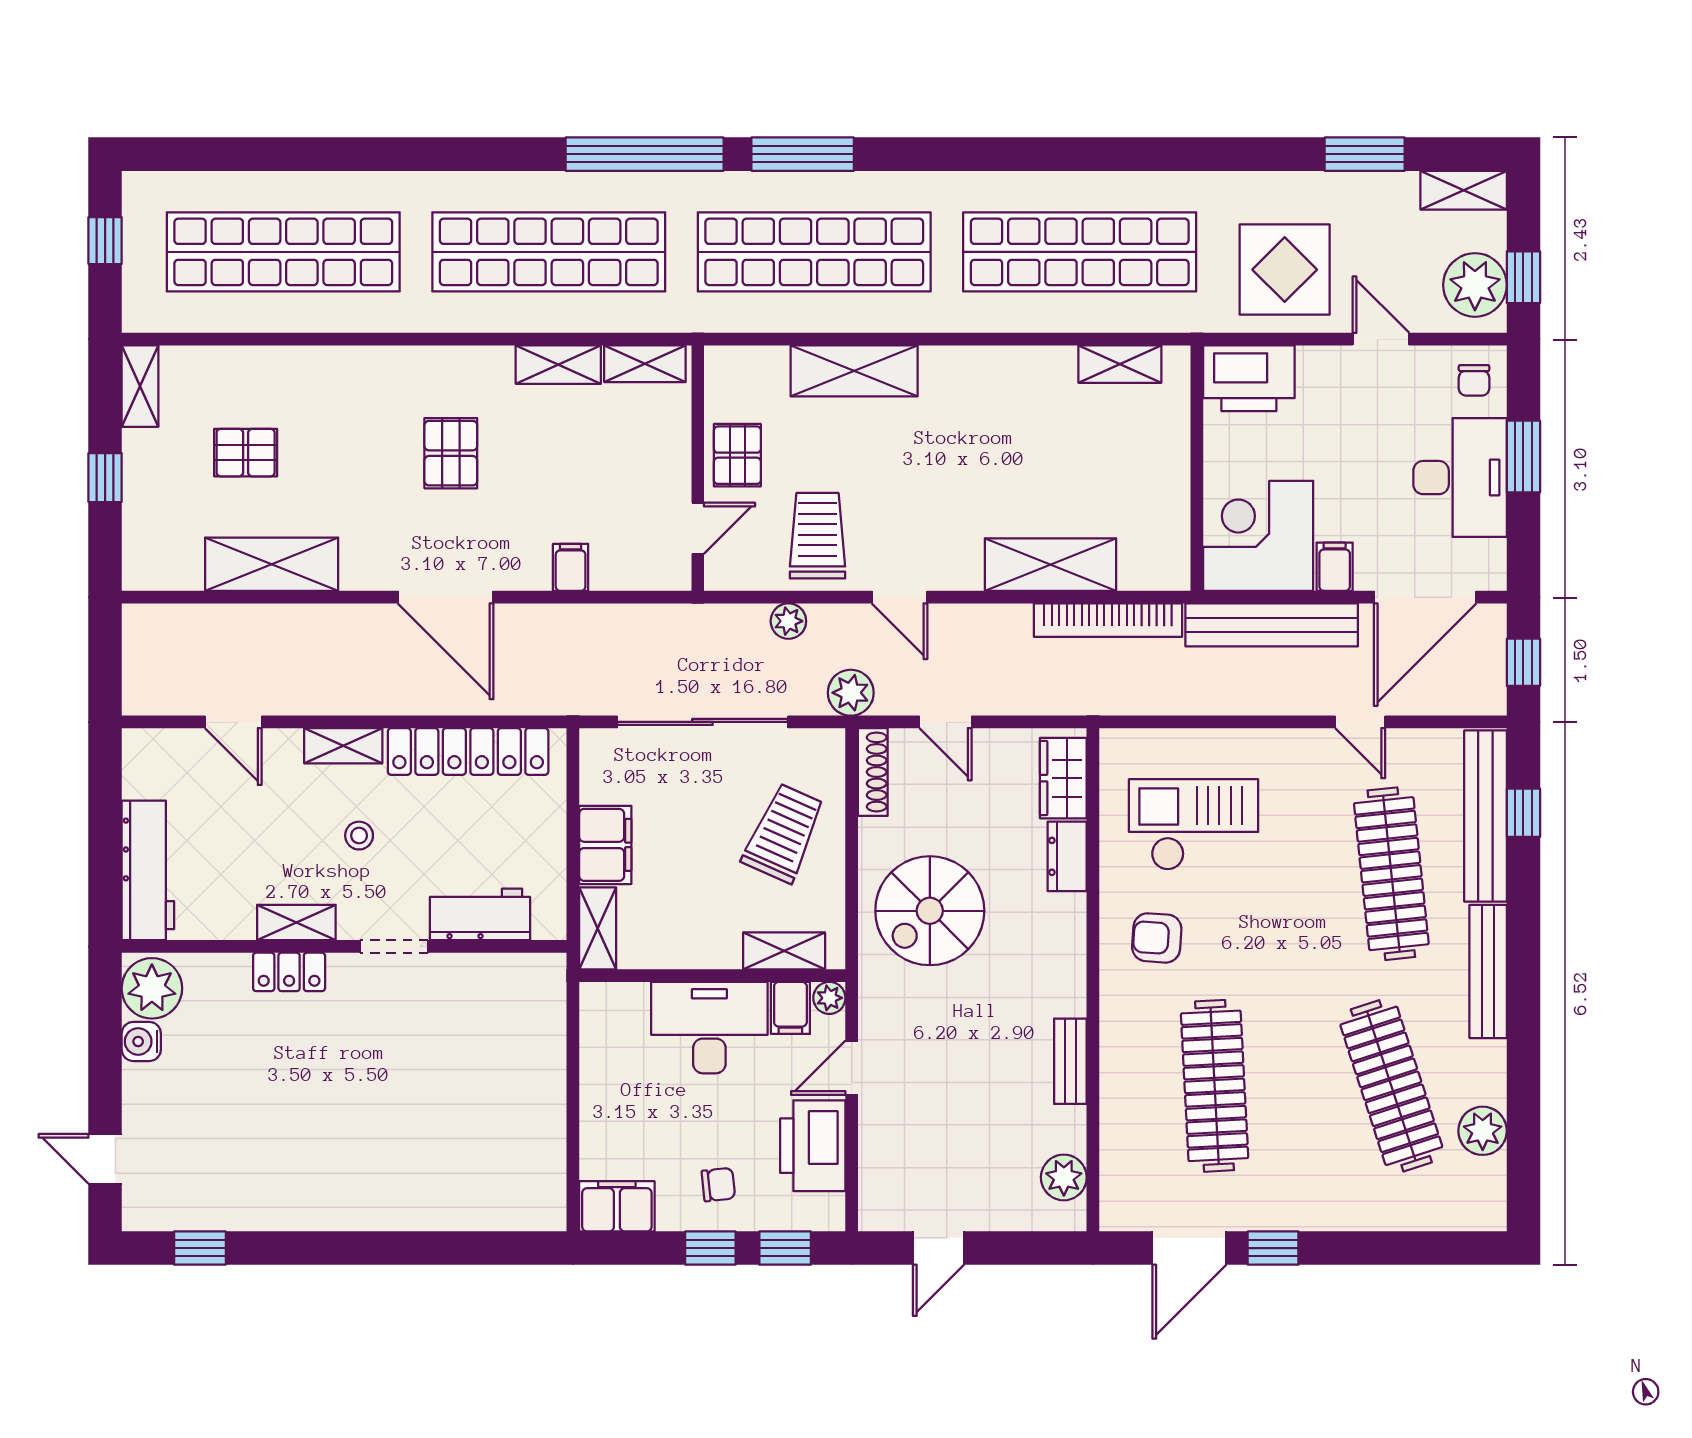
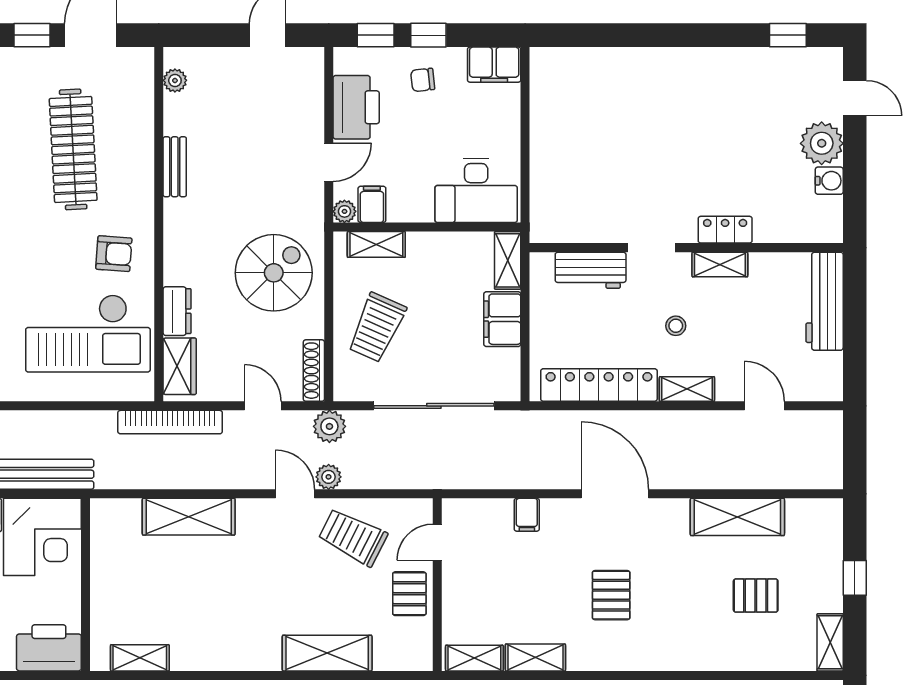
trolley: (817, 536) -> (353, 537), turned 117
bookcase: (1108, 620) -> (170, 422), moved, turned 180
plant: (788, 621) -> (329, 477), moved
checkout: (1194, 825) -> (88, 333), width x1.36, depth x1.21
plant: (152, 988) -> (822, 143), moved
desk: (709, 1028) -> (476, 190), moved
plant: (1064, 1177) -> (175, 80), width x0.73, depth x0.73

